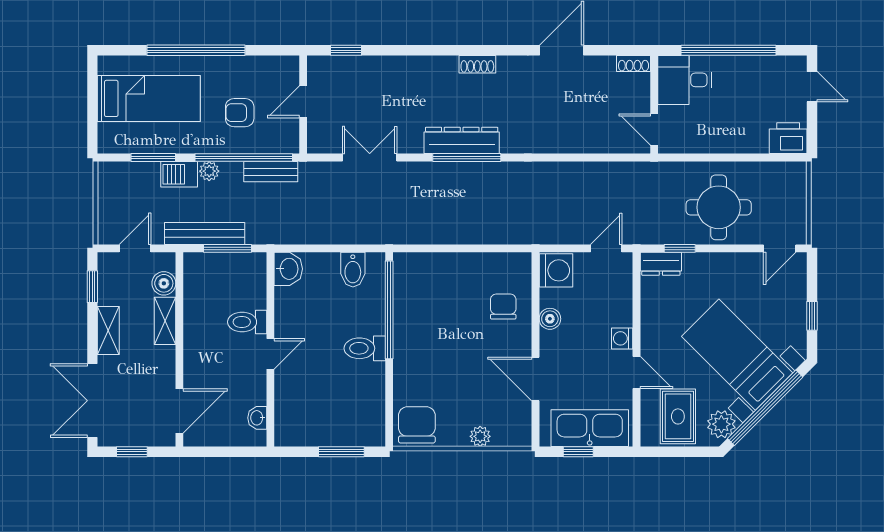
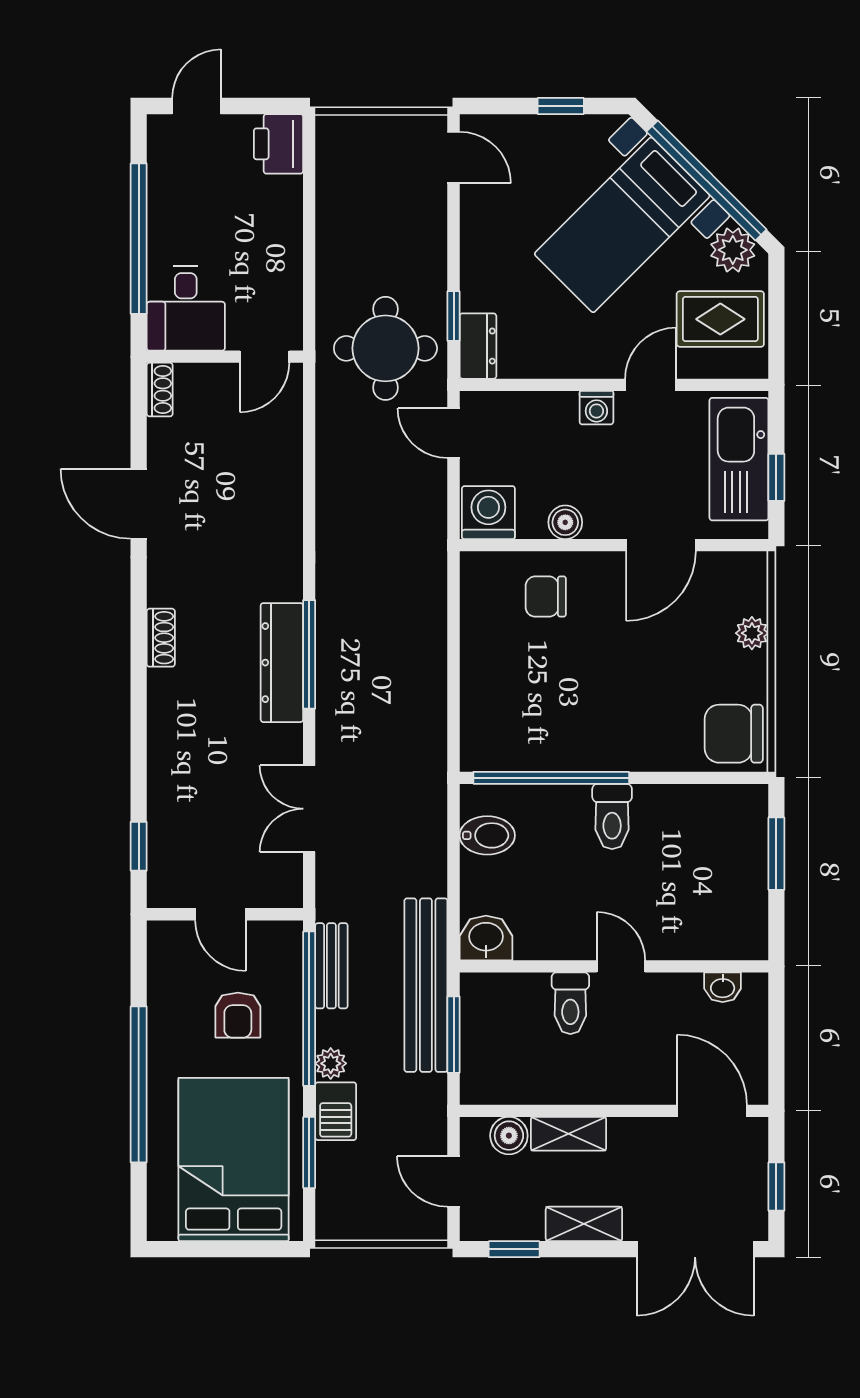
bed: (149, 98) -> (234, 1159), width x1.50
round table: (719, 207) -> (385, 348), moved
bench: (205, 233) -> (426, 985), moved, width x1.37, depth x1.21

